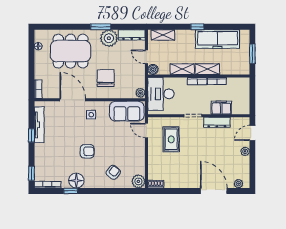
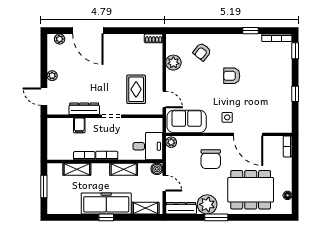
freezer: (218, 39) -> (106, 203), moved
shelving: (207, 69) -> (77, 169), moved
desk: (161, 94) -> (148, 146), width x0.73
filing cabinet: (221, 108) -> (79, 125), width x0.50
tv unit: (39, 125) -> (286, 106), removed
door: (252, 133) -> (44, 97), swing flipped
floor lamp: (76, 181) -> (244, 42), removed
plant: (138, 181) -> (173, 63), moved

